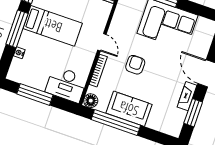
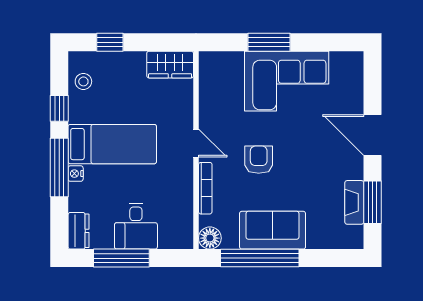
nightstand: (19, 53) -> (76, 174), moved
dresser: (15, 70) -> (79, 231), added
desk: (66, 84) -> (136, 226), moved, width x0.73
fireplace: (187, 96) -> (354, 202), moved

